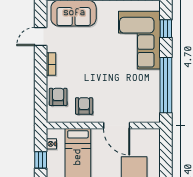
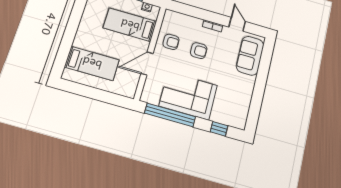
corner sofa: (139, 40) -> (188, 96), moved
armchair: (58, 97) -> (199, 51), moved

